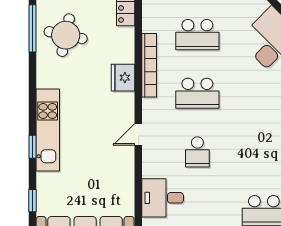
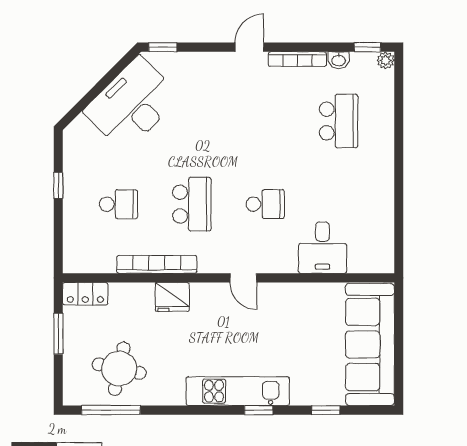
school desk: (197, 35) -> (119, 204), width x0.54

